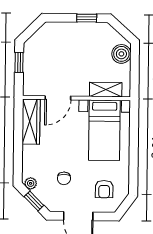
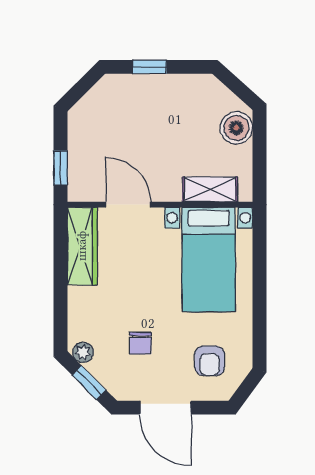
window: (87, 18) -> (150, 67), moved
window: (19, 62) -> (61, 168), moved
door: (58, 98) -> (128, 205), swing flipped

